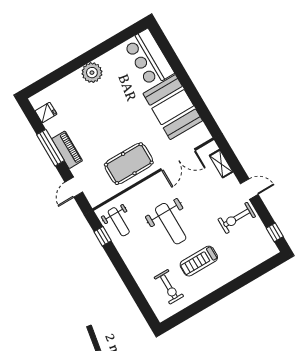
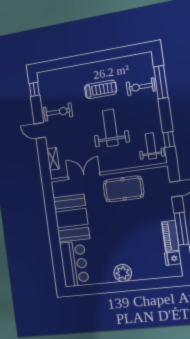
piano: (67, 150) -> (171, 236), moved
exercise bike: (169, 287) -> (141, 87), moved, turned -90
window: (136, 294) -> (161, 82), added

